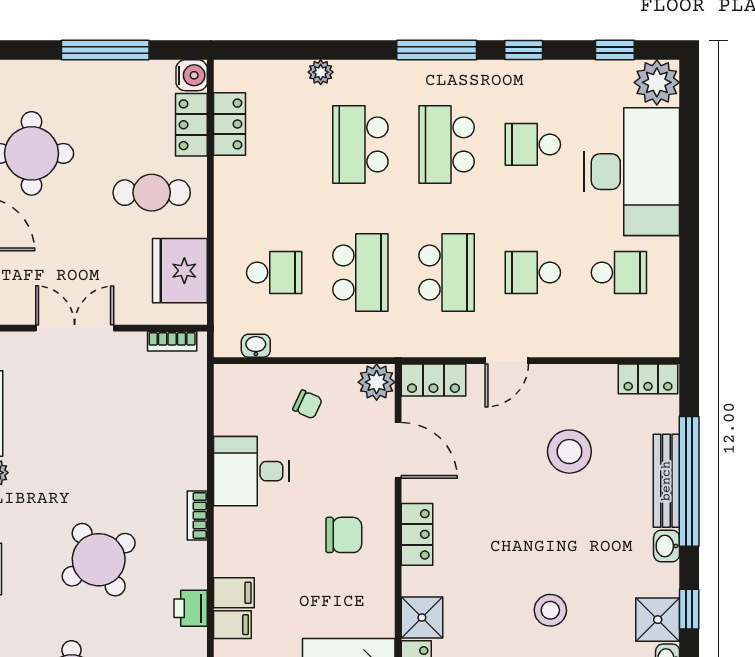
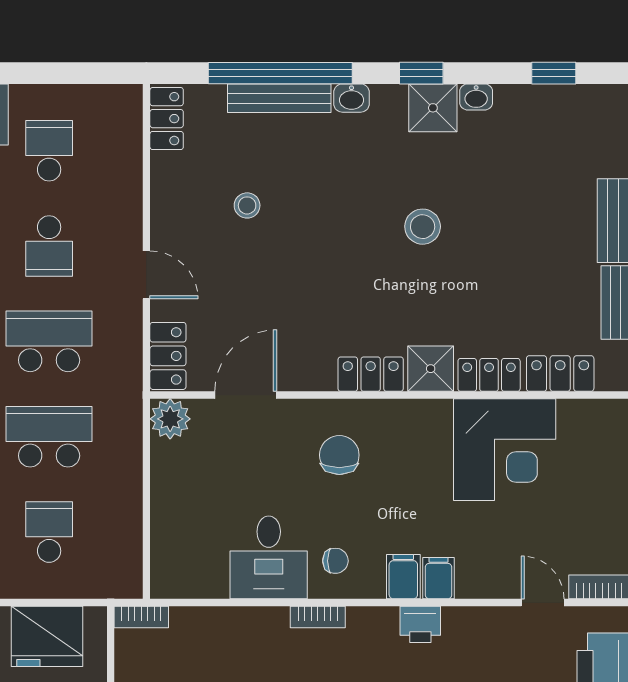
bookcase: (172, 341) -> (141, 617), moved, turned 90
washbasin: (256, 346) -> (130, 552), removed
chair: (308, 404) -> (335, 561), moved, turned 65
stool: (569, 452) -> (247, 205), width x0.53, depth x0.53
locker: (417, 534) -> (371, 374), moved

